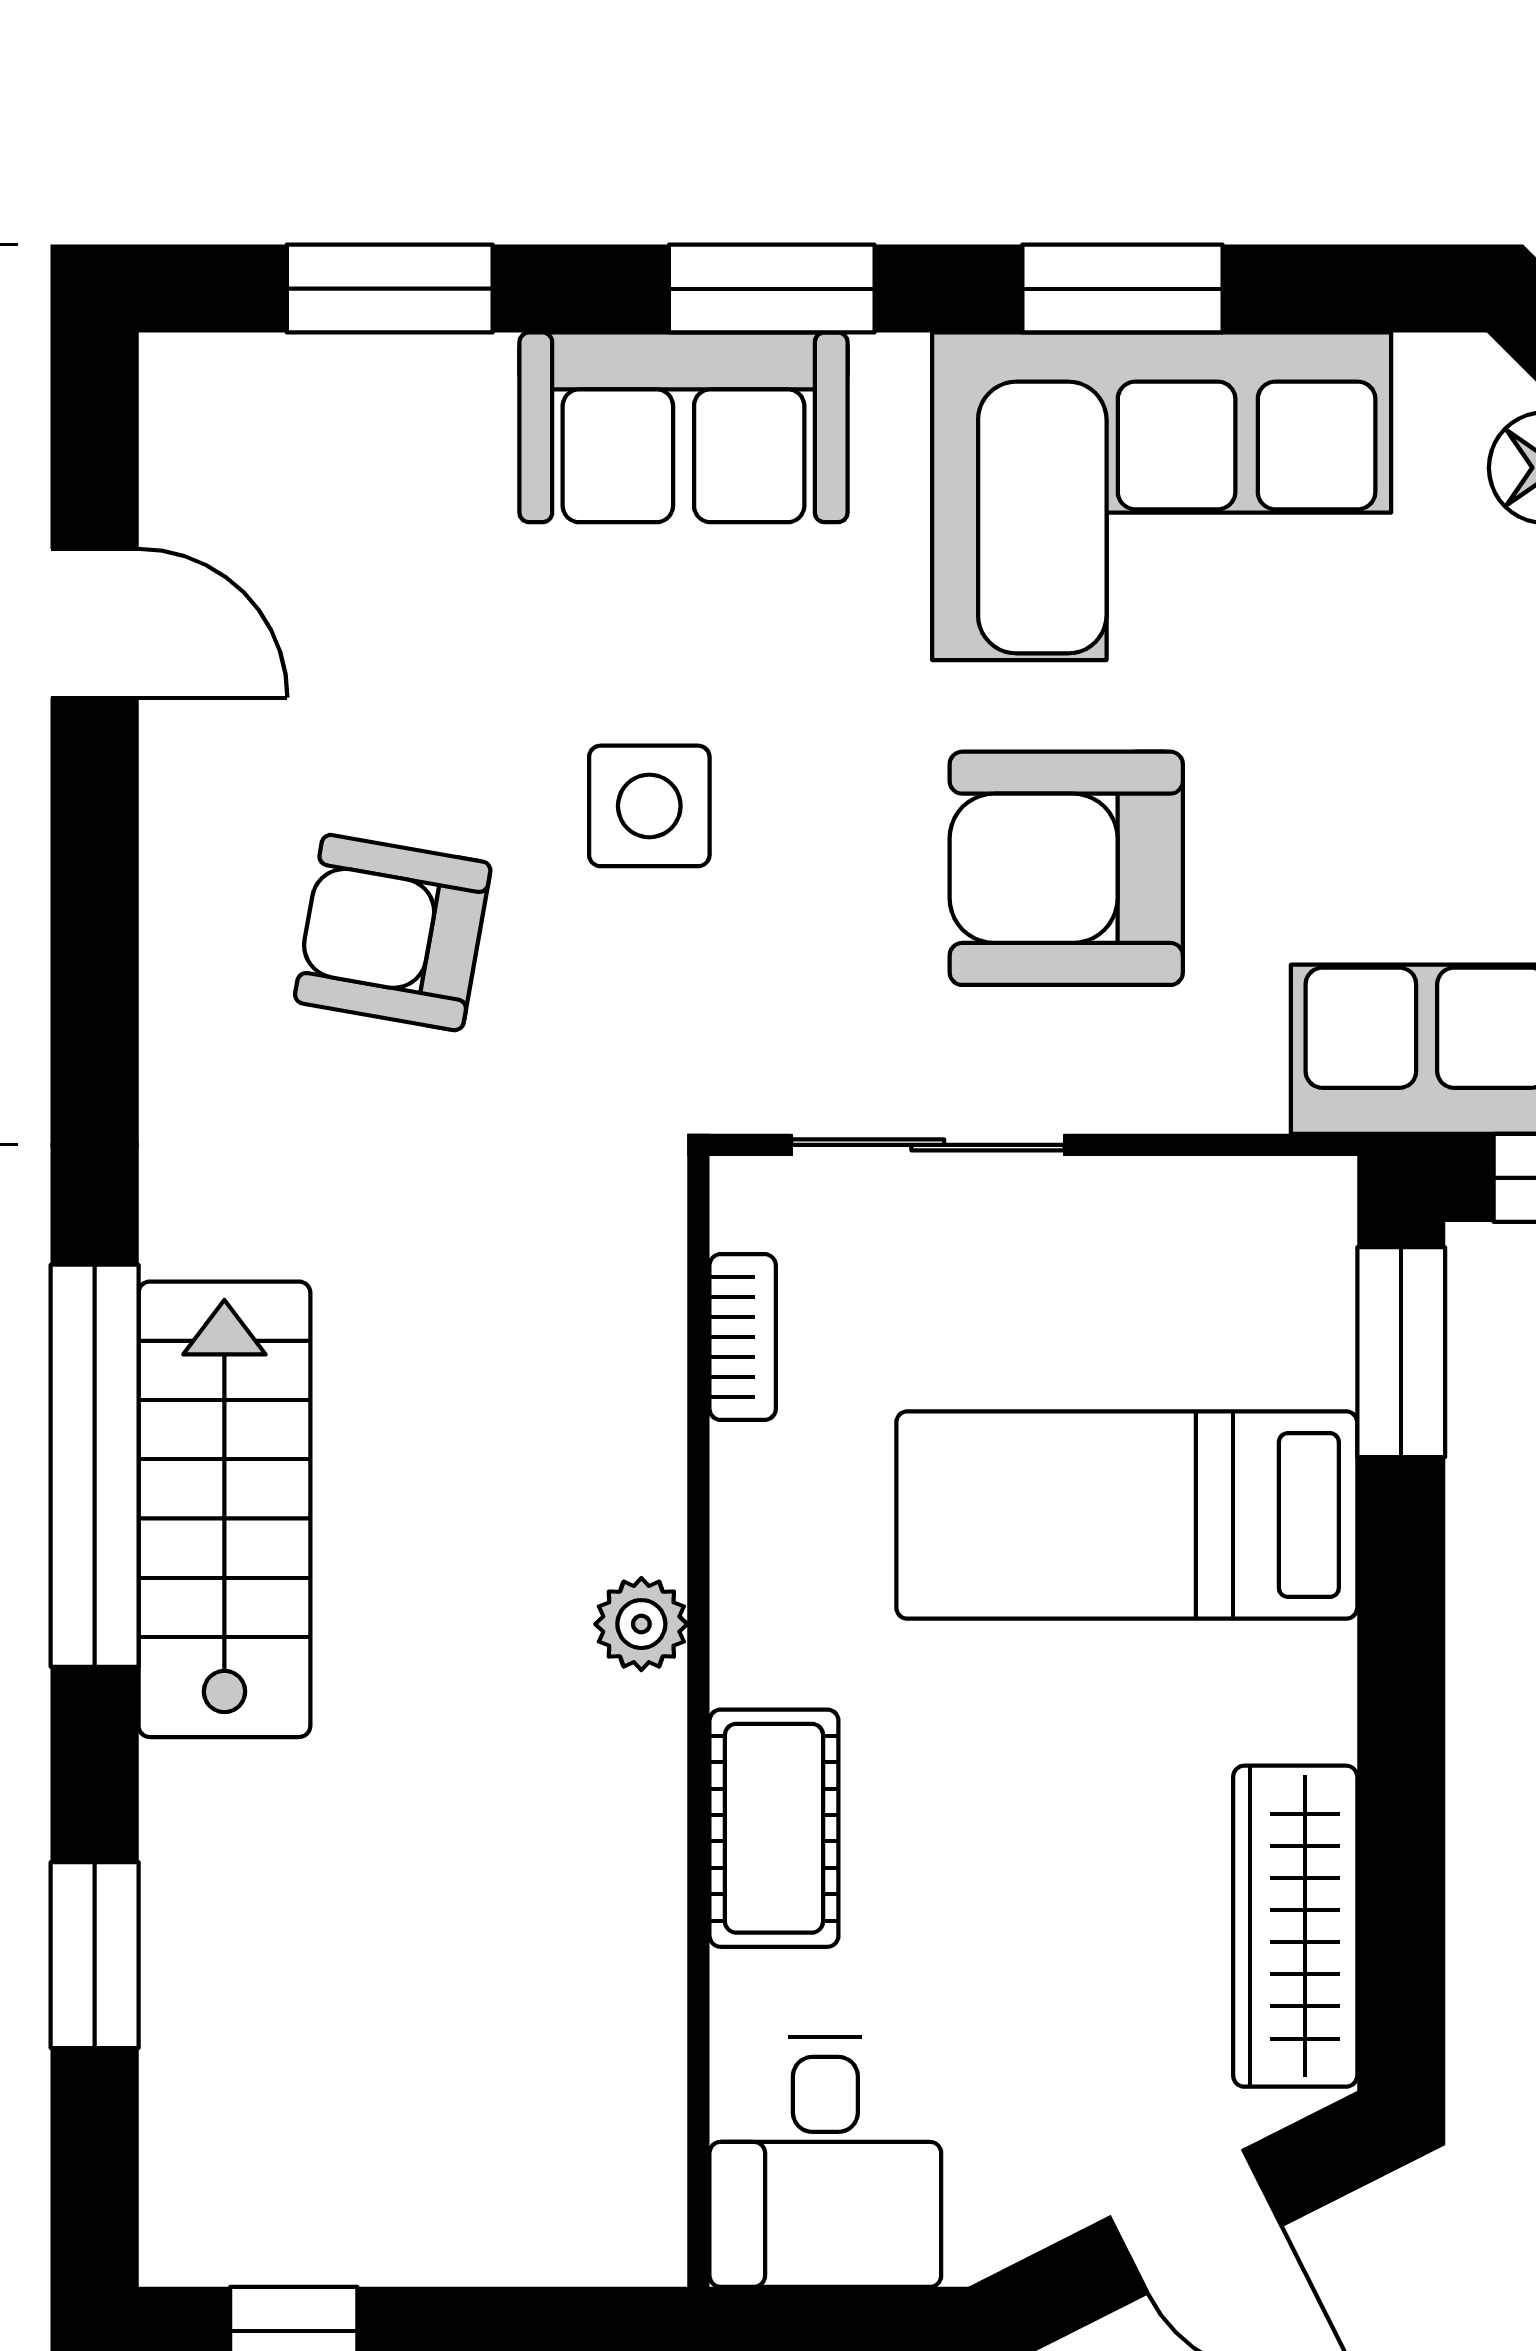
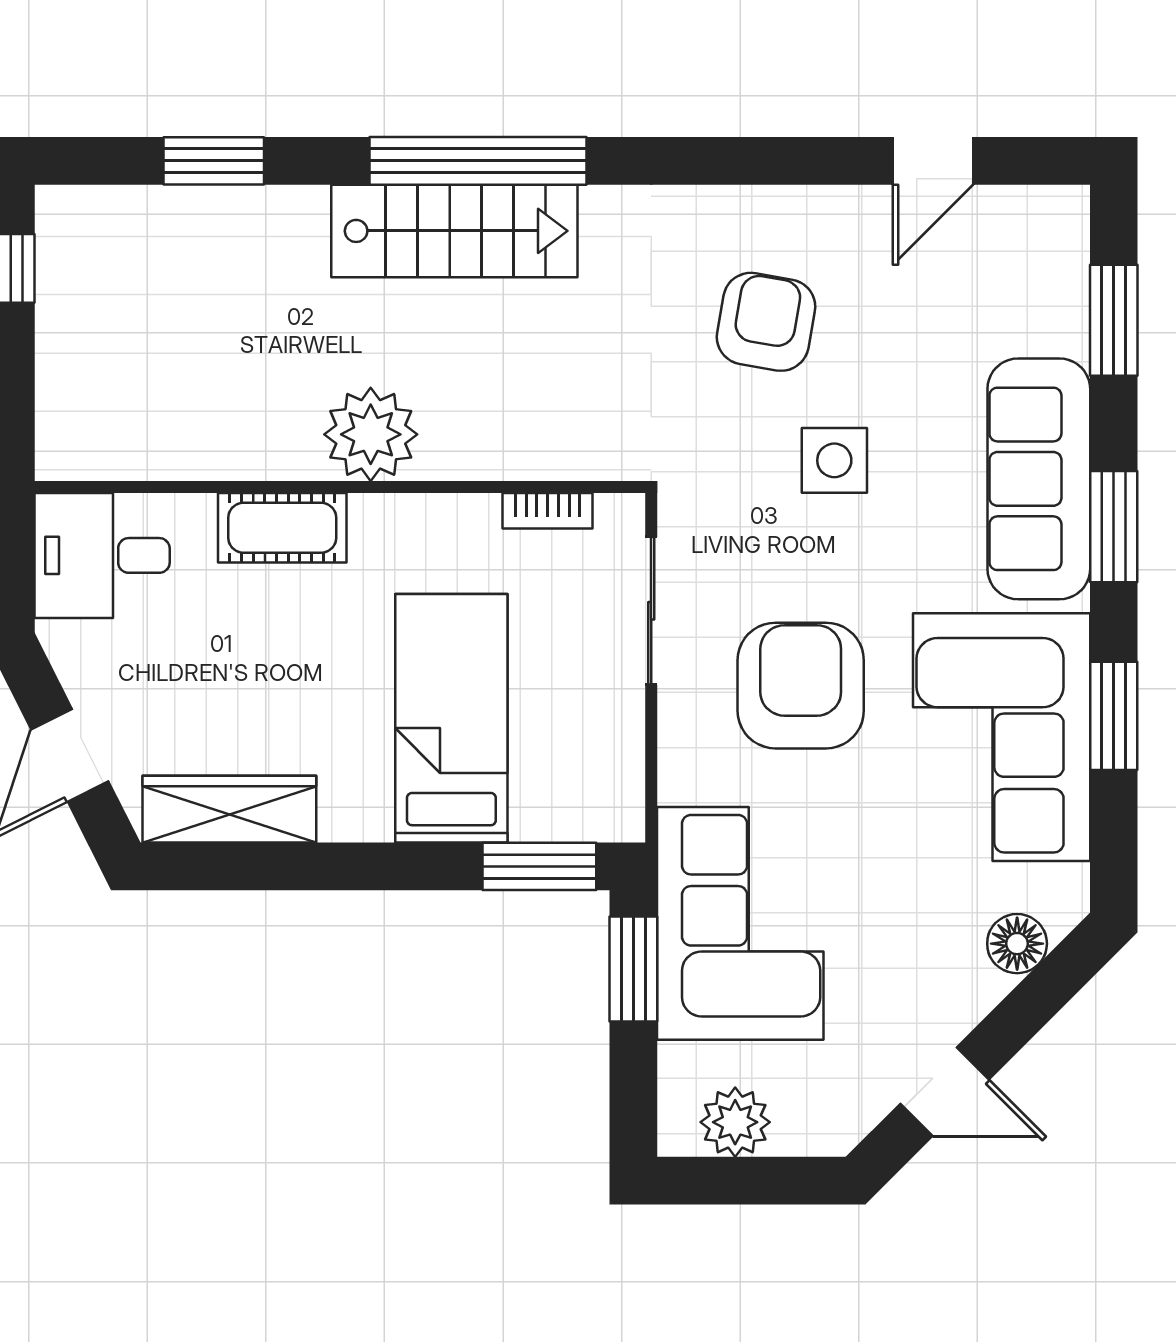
sofa: (684, 427) -> (1039, 479), width x1.36
plant: (641, 1624) -> (371, 434), width x1.88, depth x1.88

